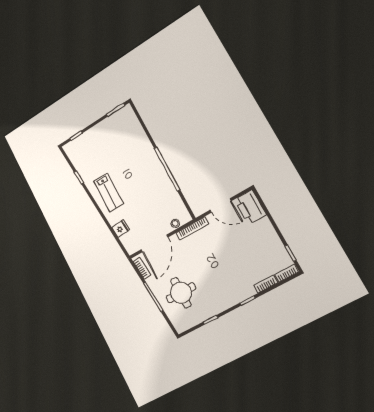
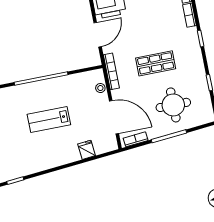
lab bench: (109, 192) -> (49, 119), moved, turned 180
shop shelf: (212, 266) -> (156, 63), added

